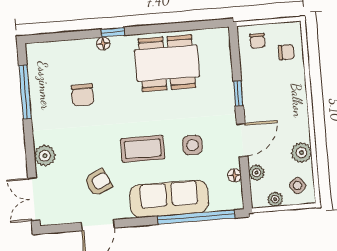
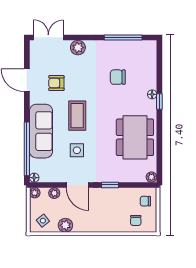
plant: (222, 35) -> (151, 177), added
floor lamp: (234, 175) -> (34, 178), moved
armchair: (98, 182) -> (56, 83), turned 114
plant: (275, 199) -> (35, 193), moved

